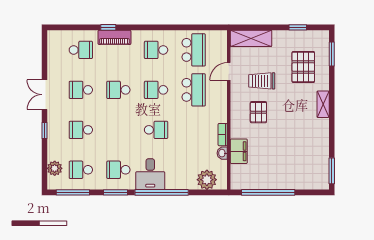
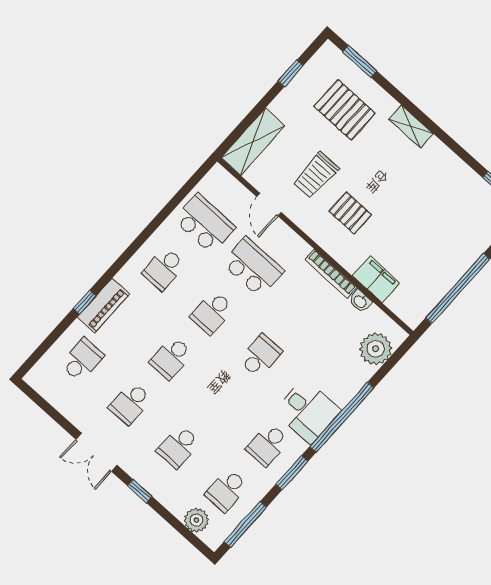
bookcase: (223, 135) -> (331, 274), width x1.56

